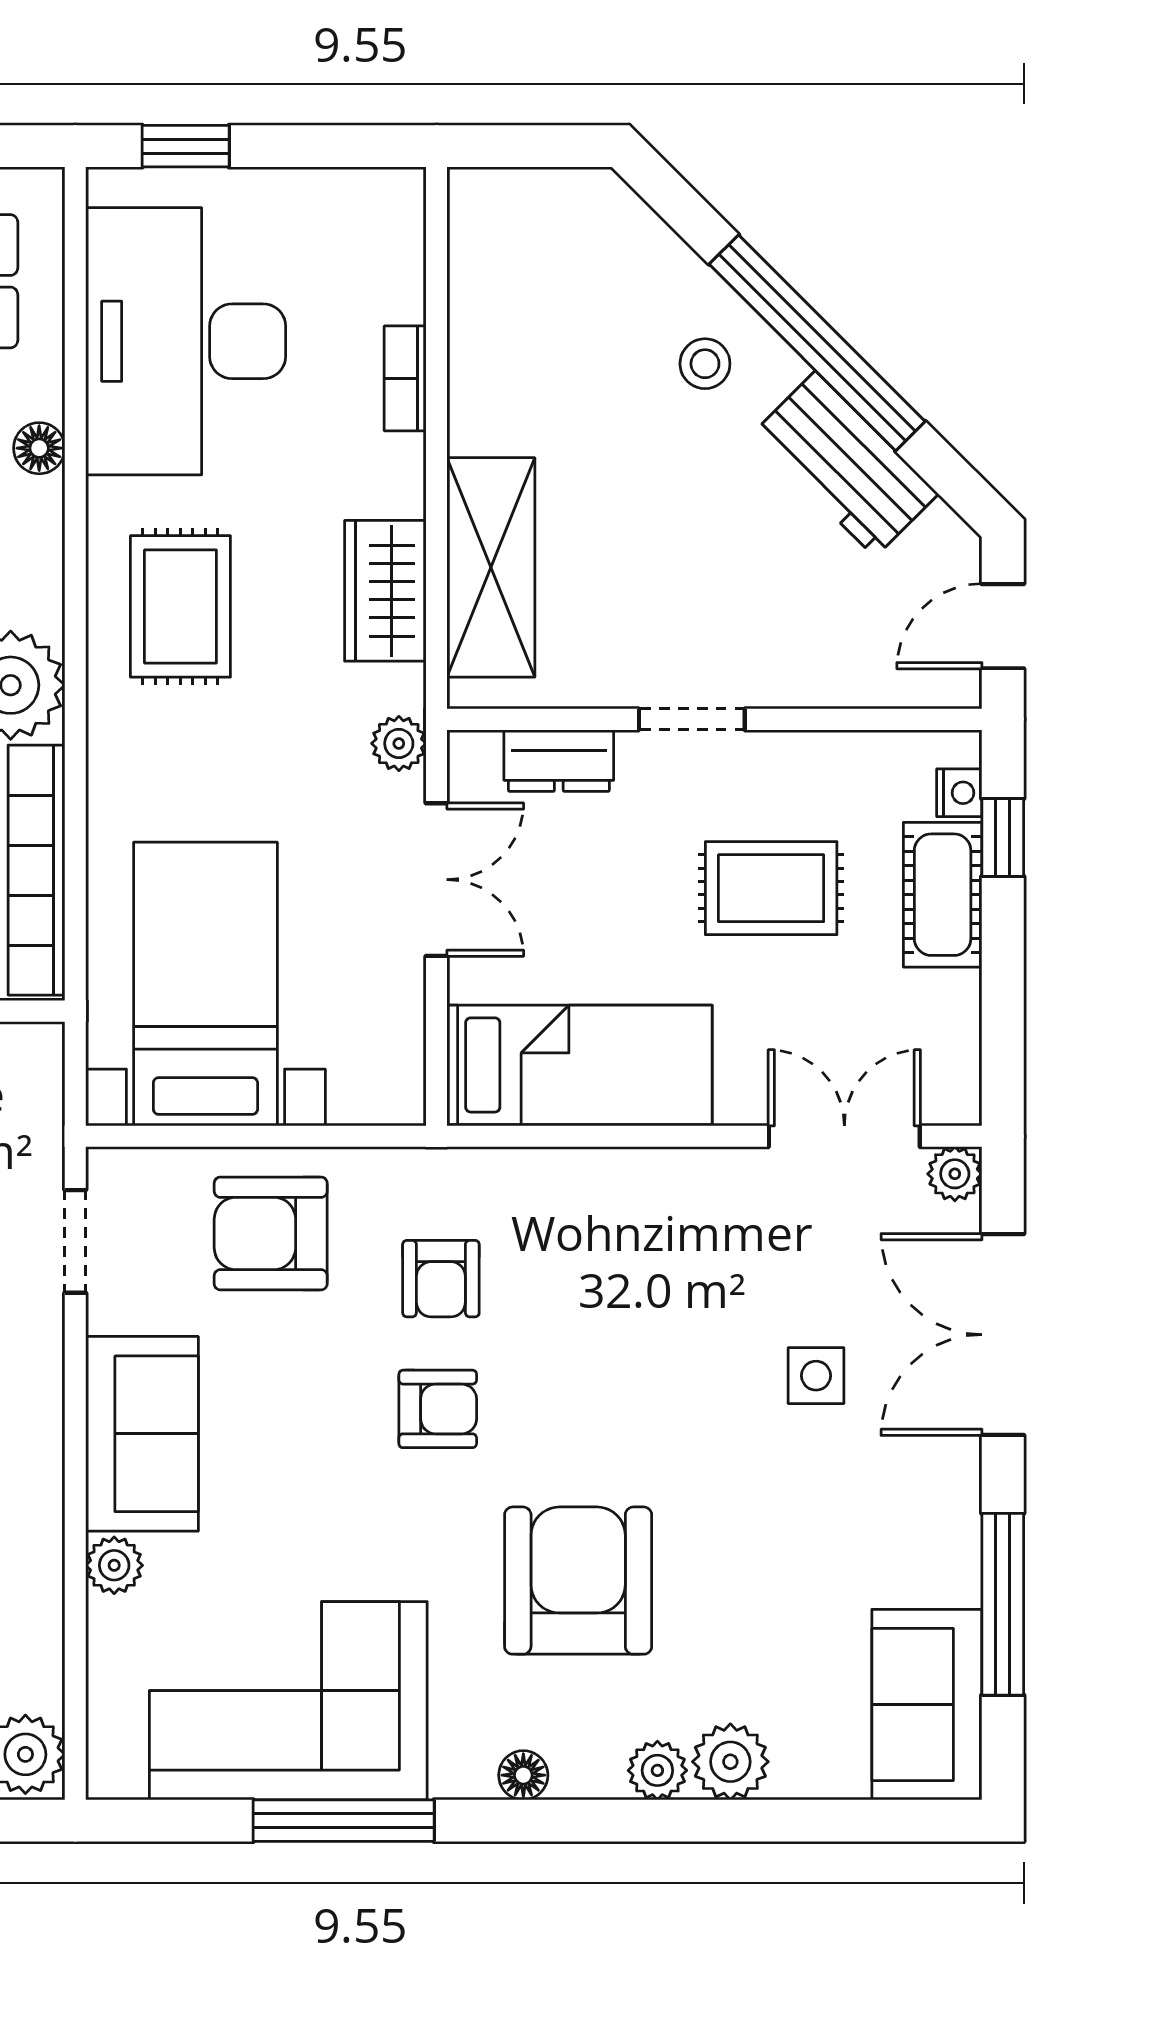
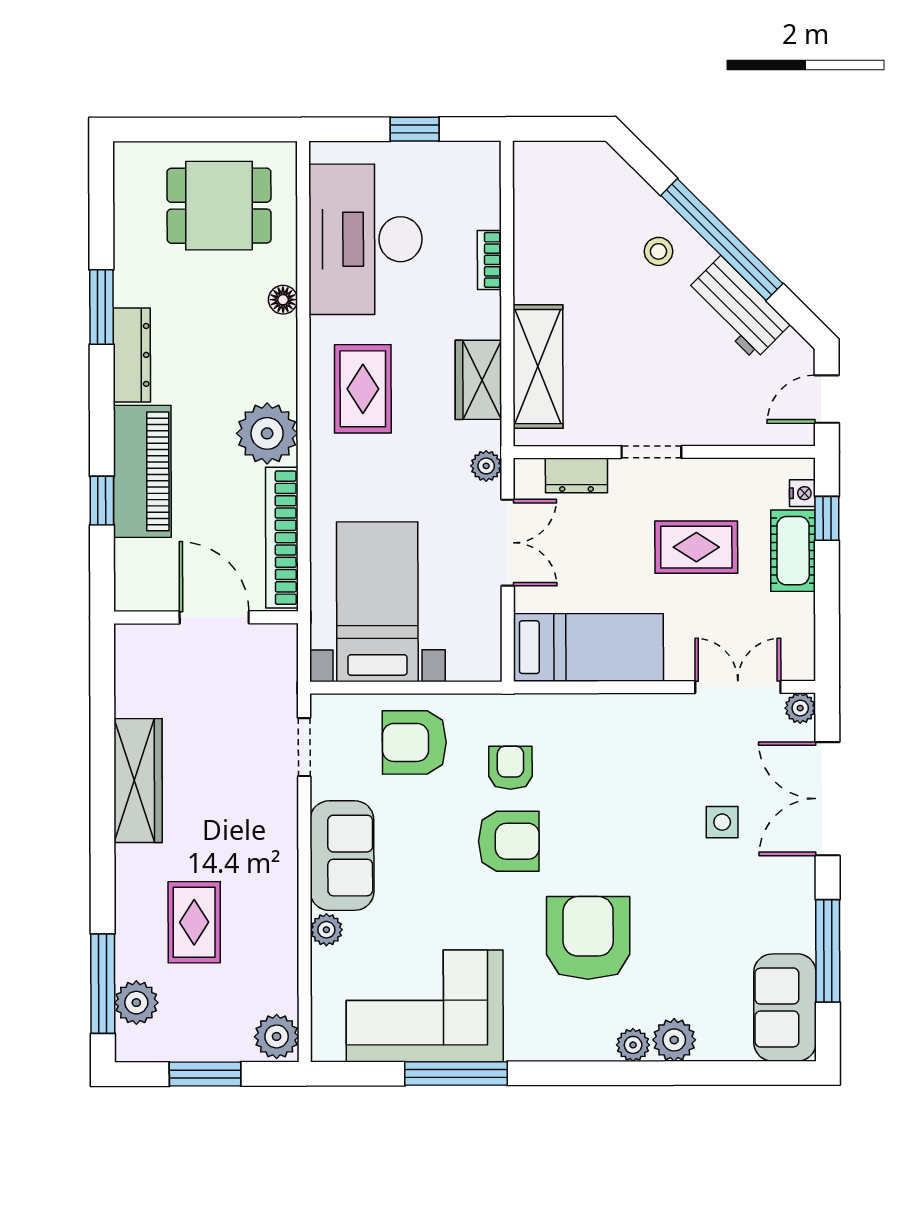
window: (186, 146) -> (415, 129), moved
armchair: (441, 1279) -> (510, 768), turned 180
armchair: (438, 1409) -> (509, 841), width x1.38, depth x1.38
floor lamp: (523, 1775) -> (557, 1048), removed

